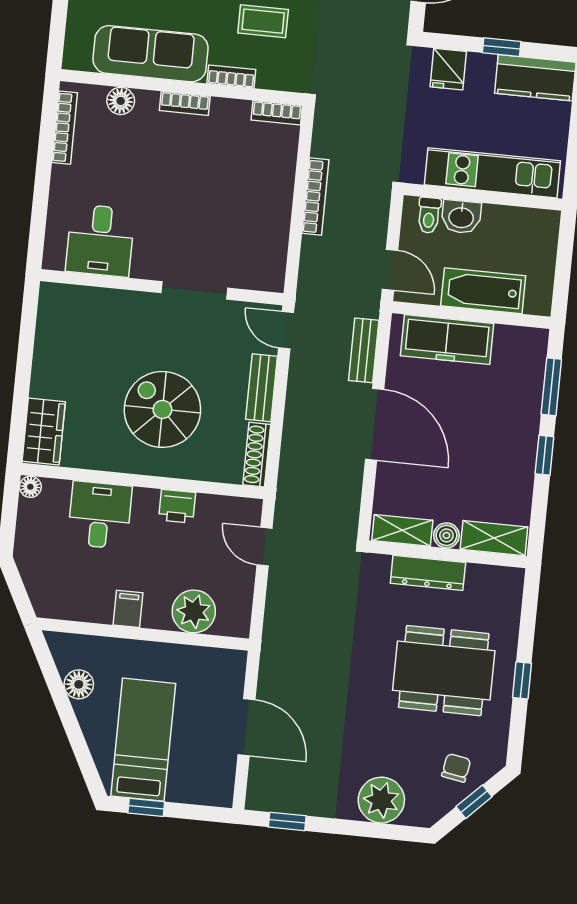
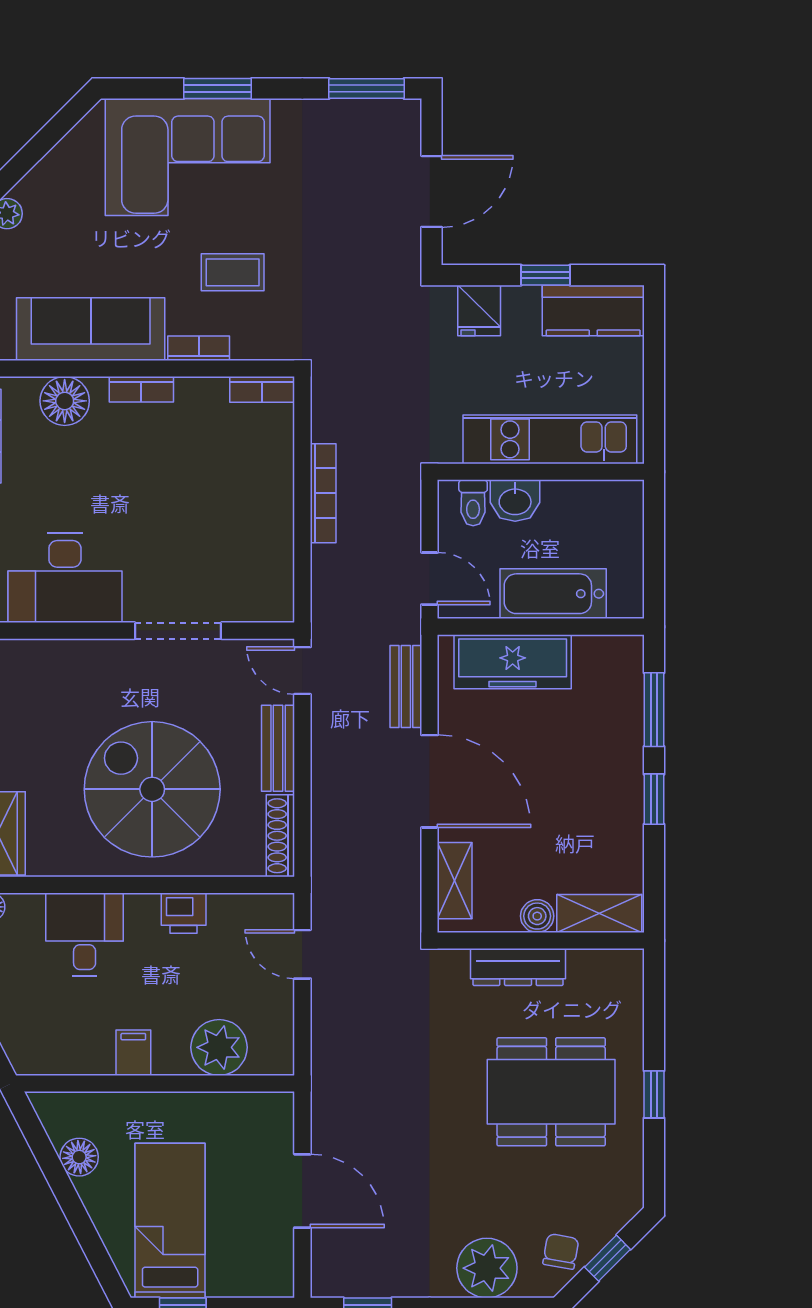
floor lamp: (121, 101) -> (65, 401), width x1.38, depth x1.38
desk: (100, 240) -> (65, 578), width x1.37
spiral stairs: (162, 409) -> (152, 789), width x1.37, depth x1.37
shelving: (402, 530) -> (455, 881), moved, turned 90
chair: (456, 768) -> (561, 1251), moved

